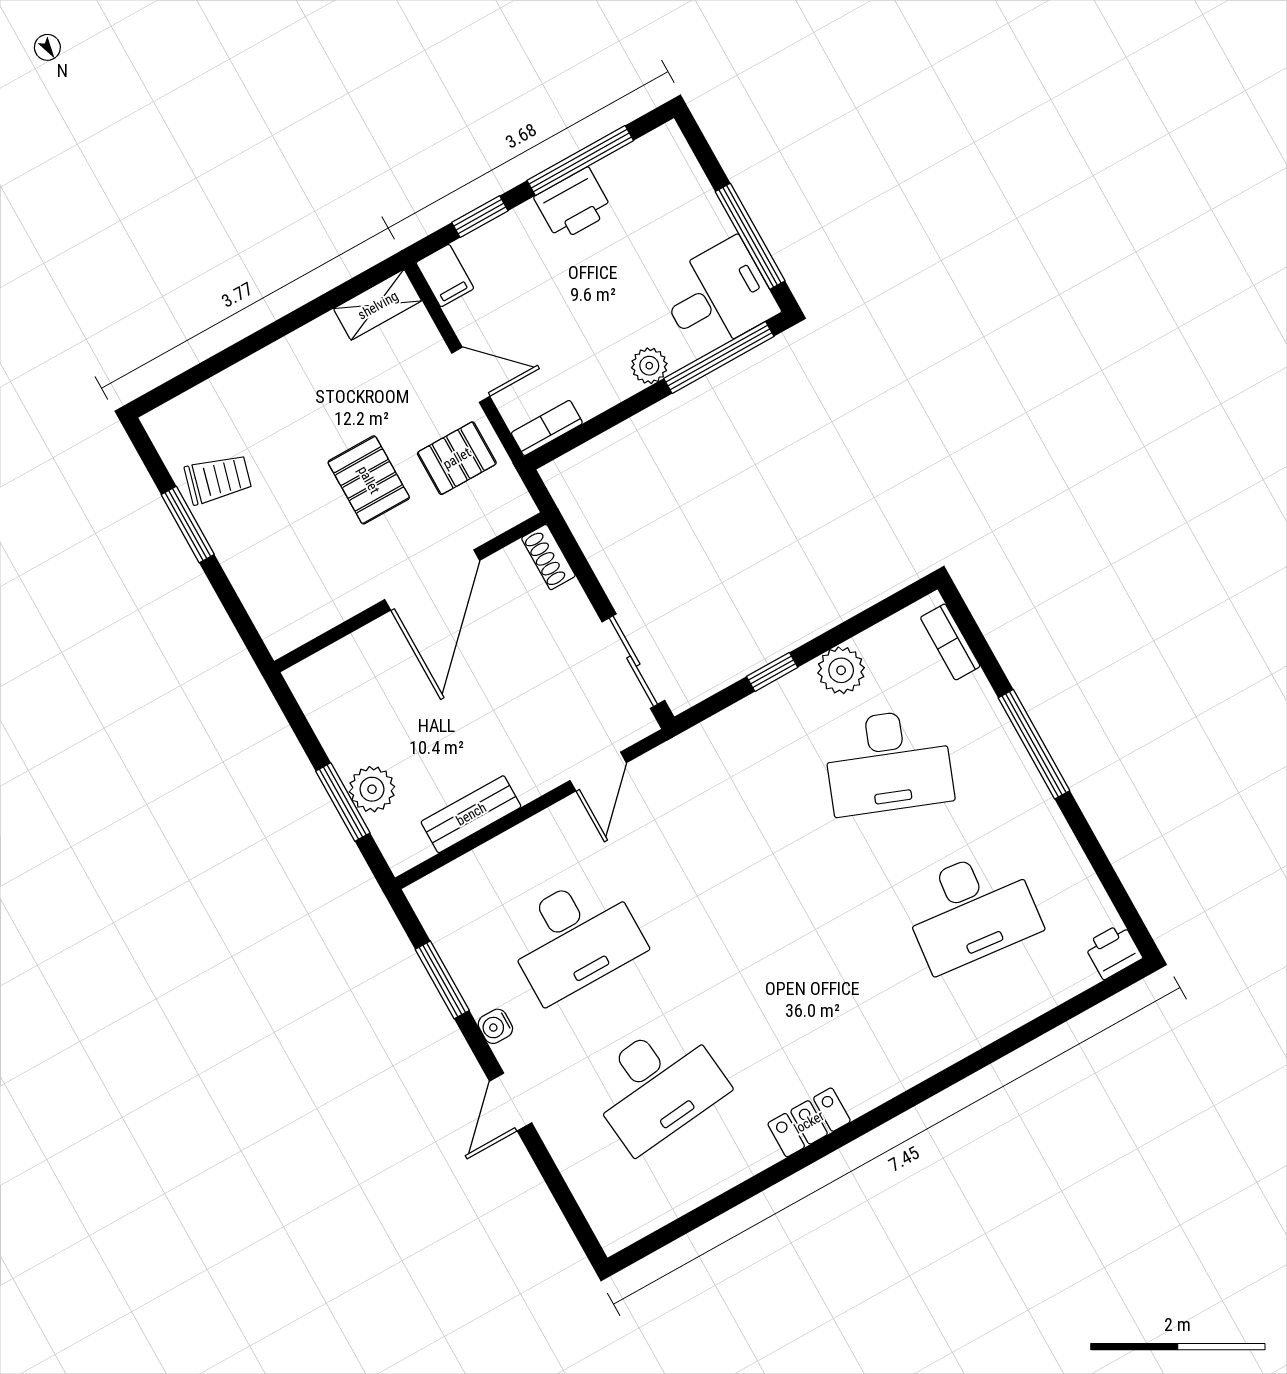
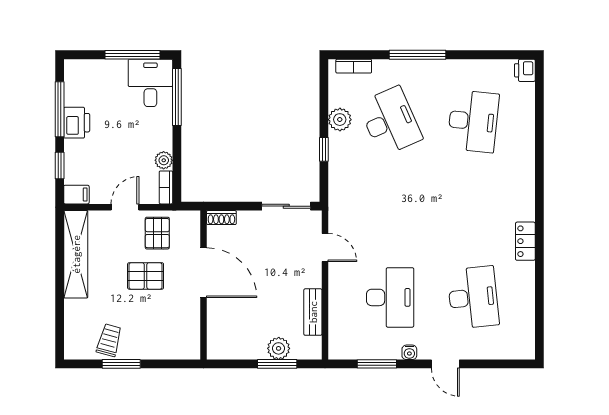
shelving: (378, 305) -> (76, 254), width x2.20, depth x1.33
plant: (649, 366) -> (164, 160), moved
desk: (888, 762) -> (390, 121), turned -45

